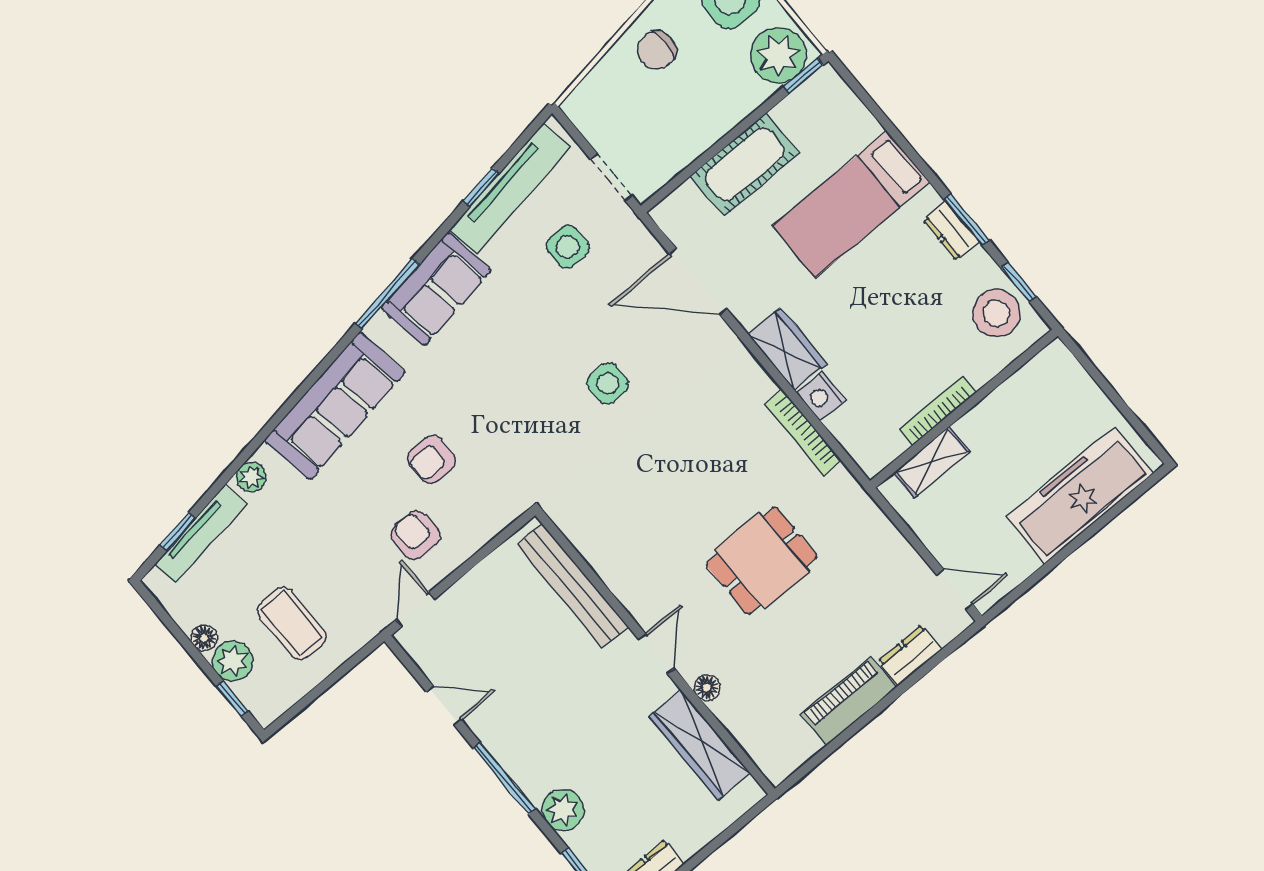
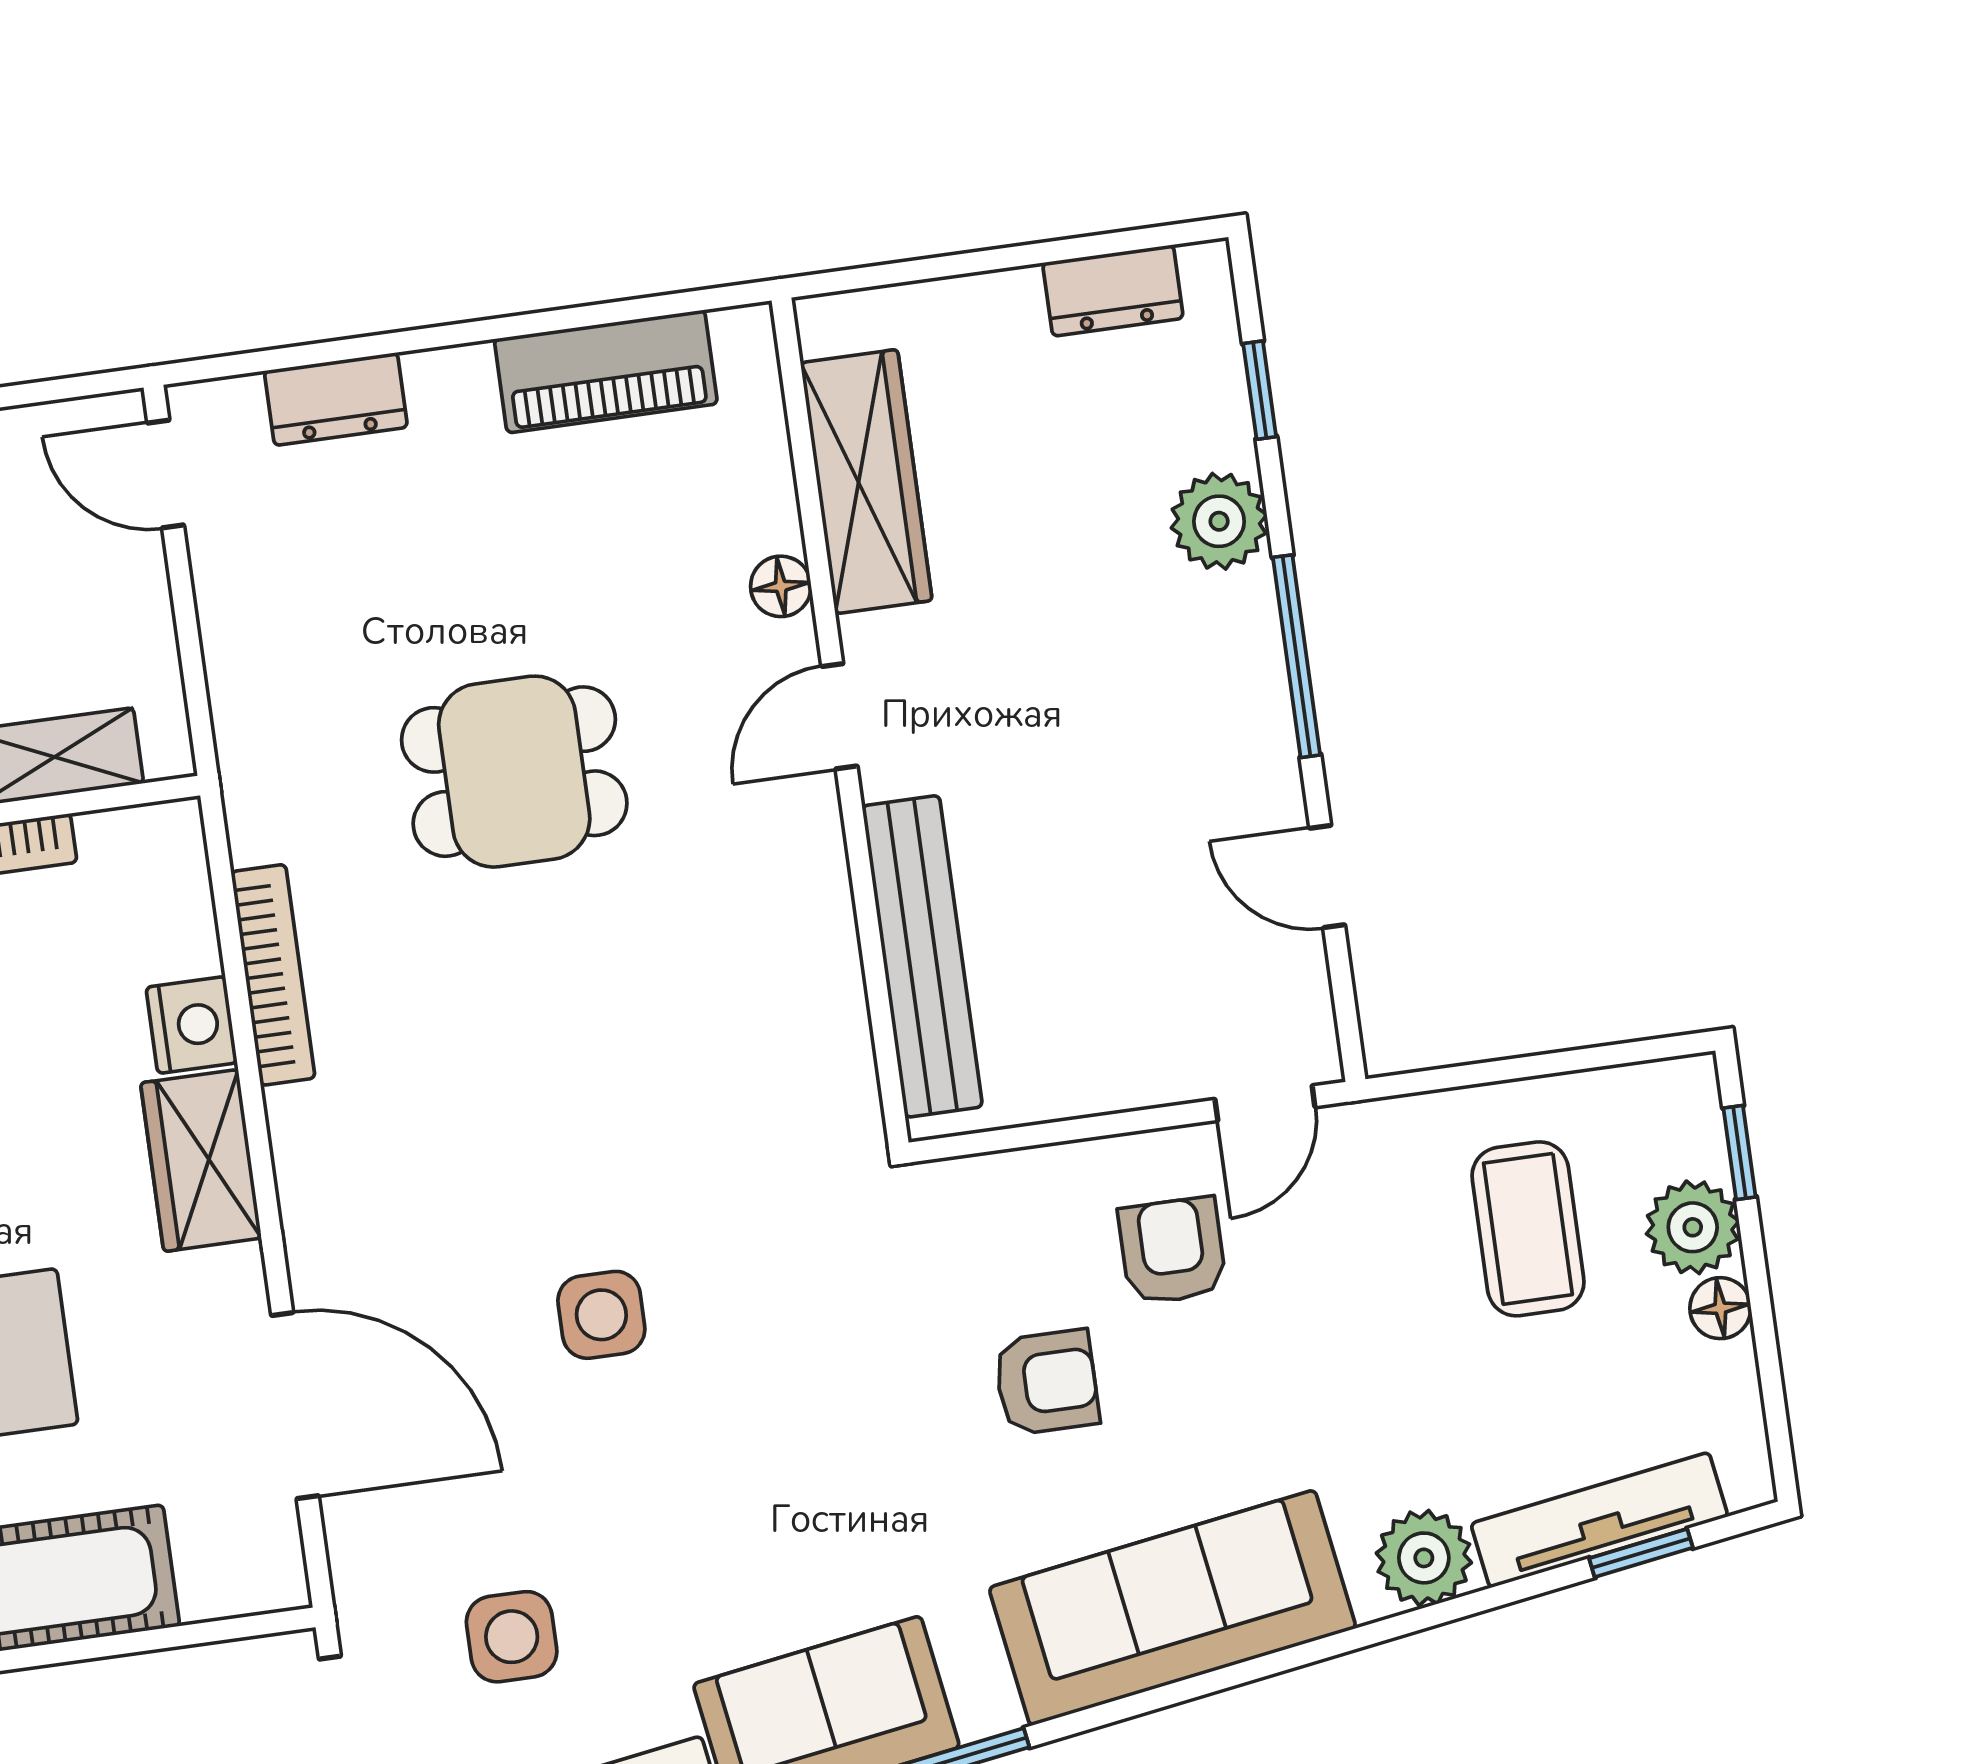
plant: (251, 477) -> (1424, 1558), width x1.38, depth x1.38
armchair: (416, 535) -> (1172, 1251), turned 180
piano: (848, 701) -> (606, 371), moved

